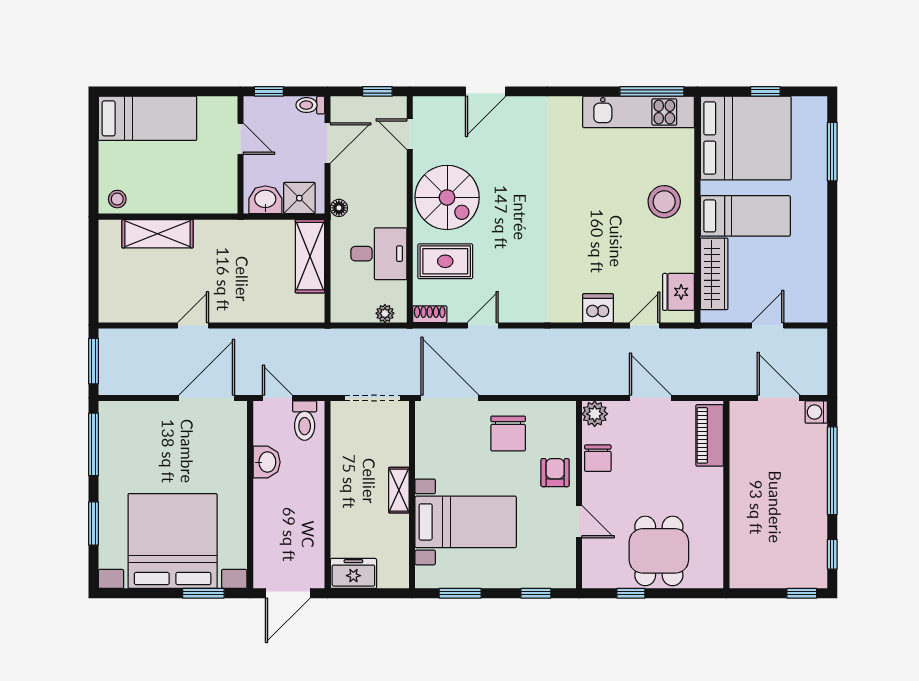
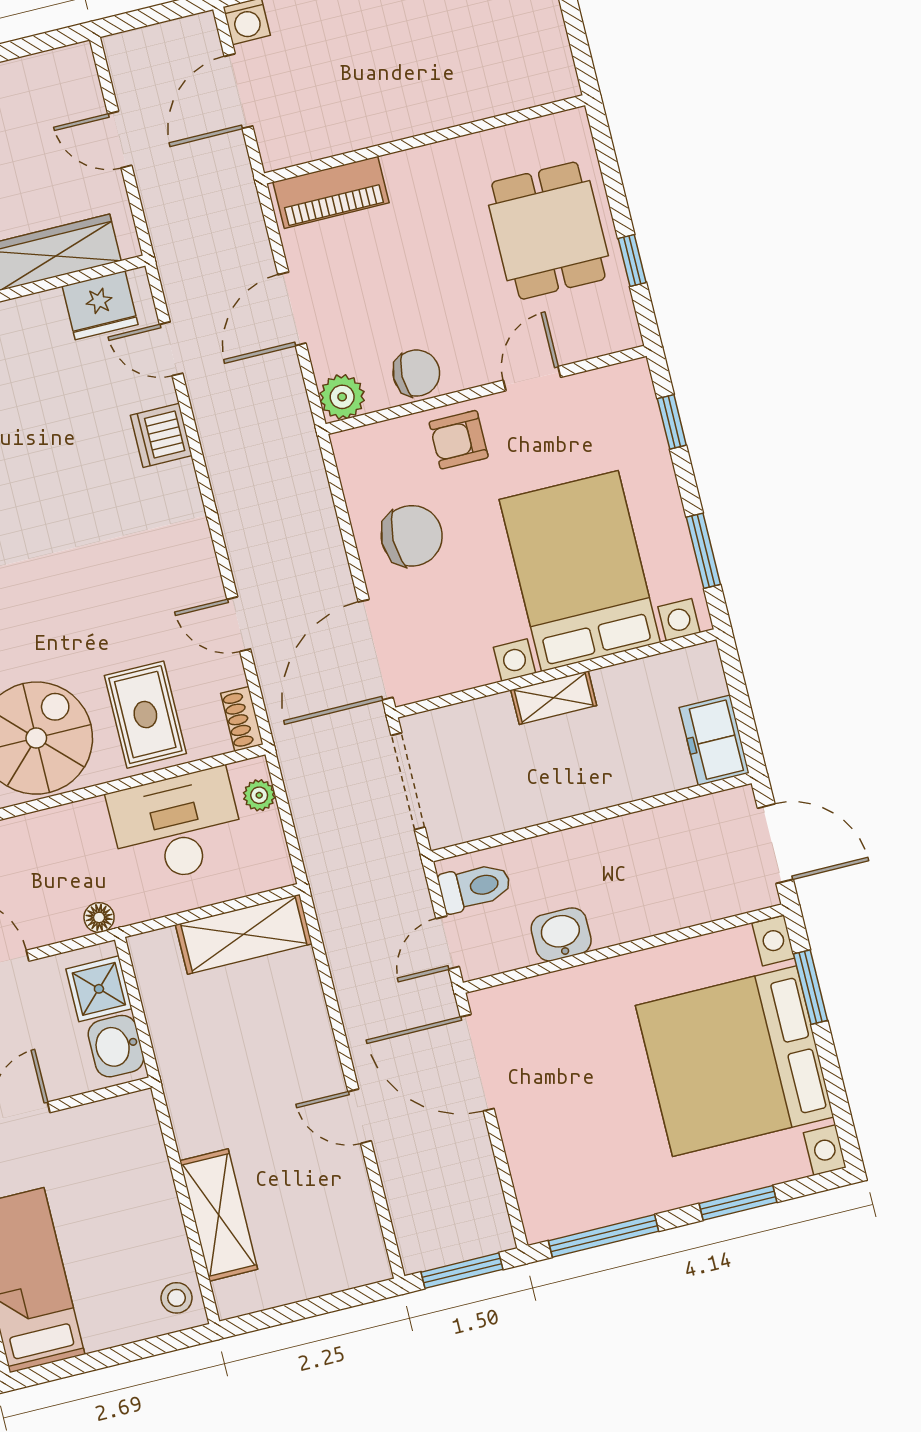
desk: (379, 254) -> (177, 827), width x1.37
shelving: (310, 256) -> (244, 934), moved
bed with nightstands: (466, 522) -> (580, 571), width x1.36
dining table: (659, 551) -> (548, 231), turned 90

